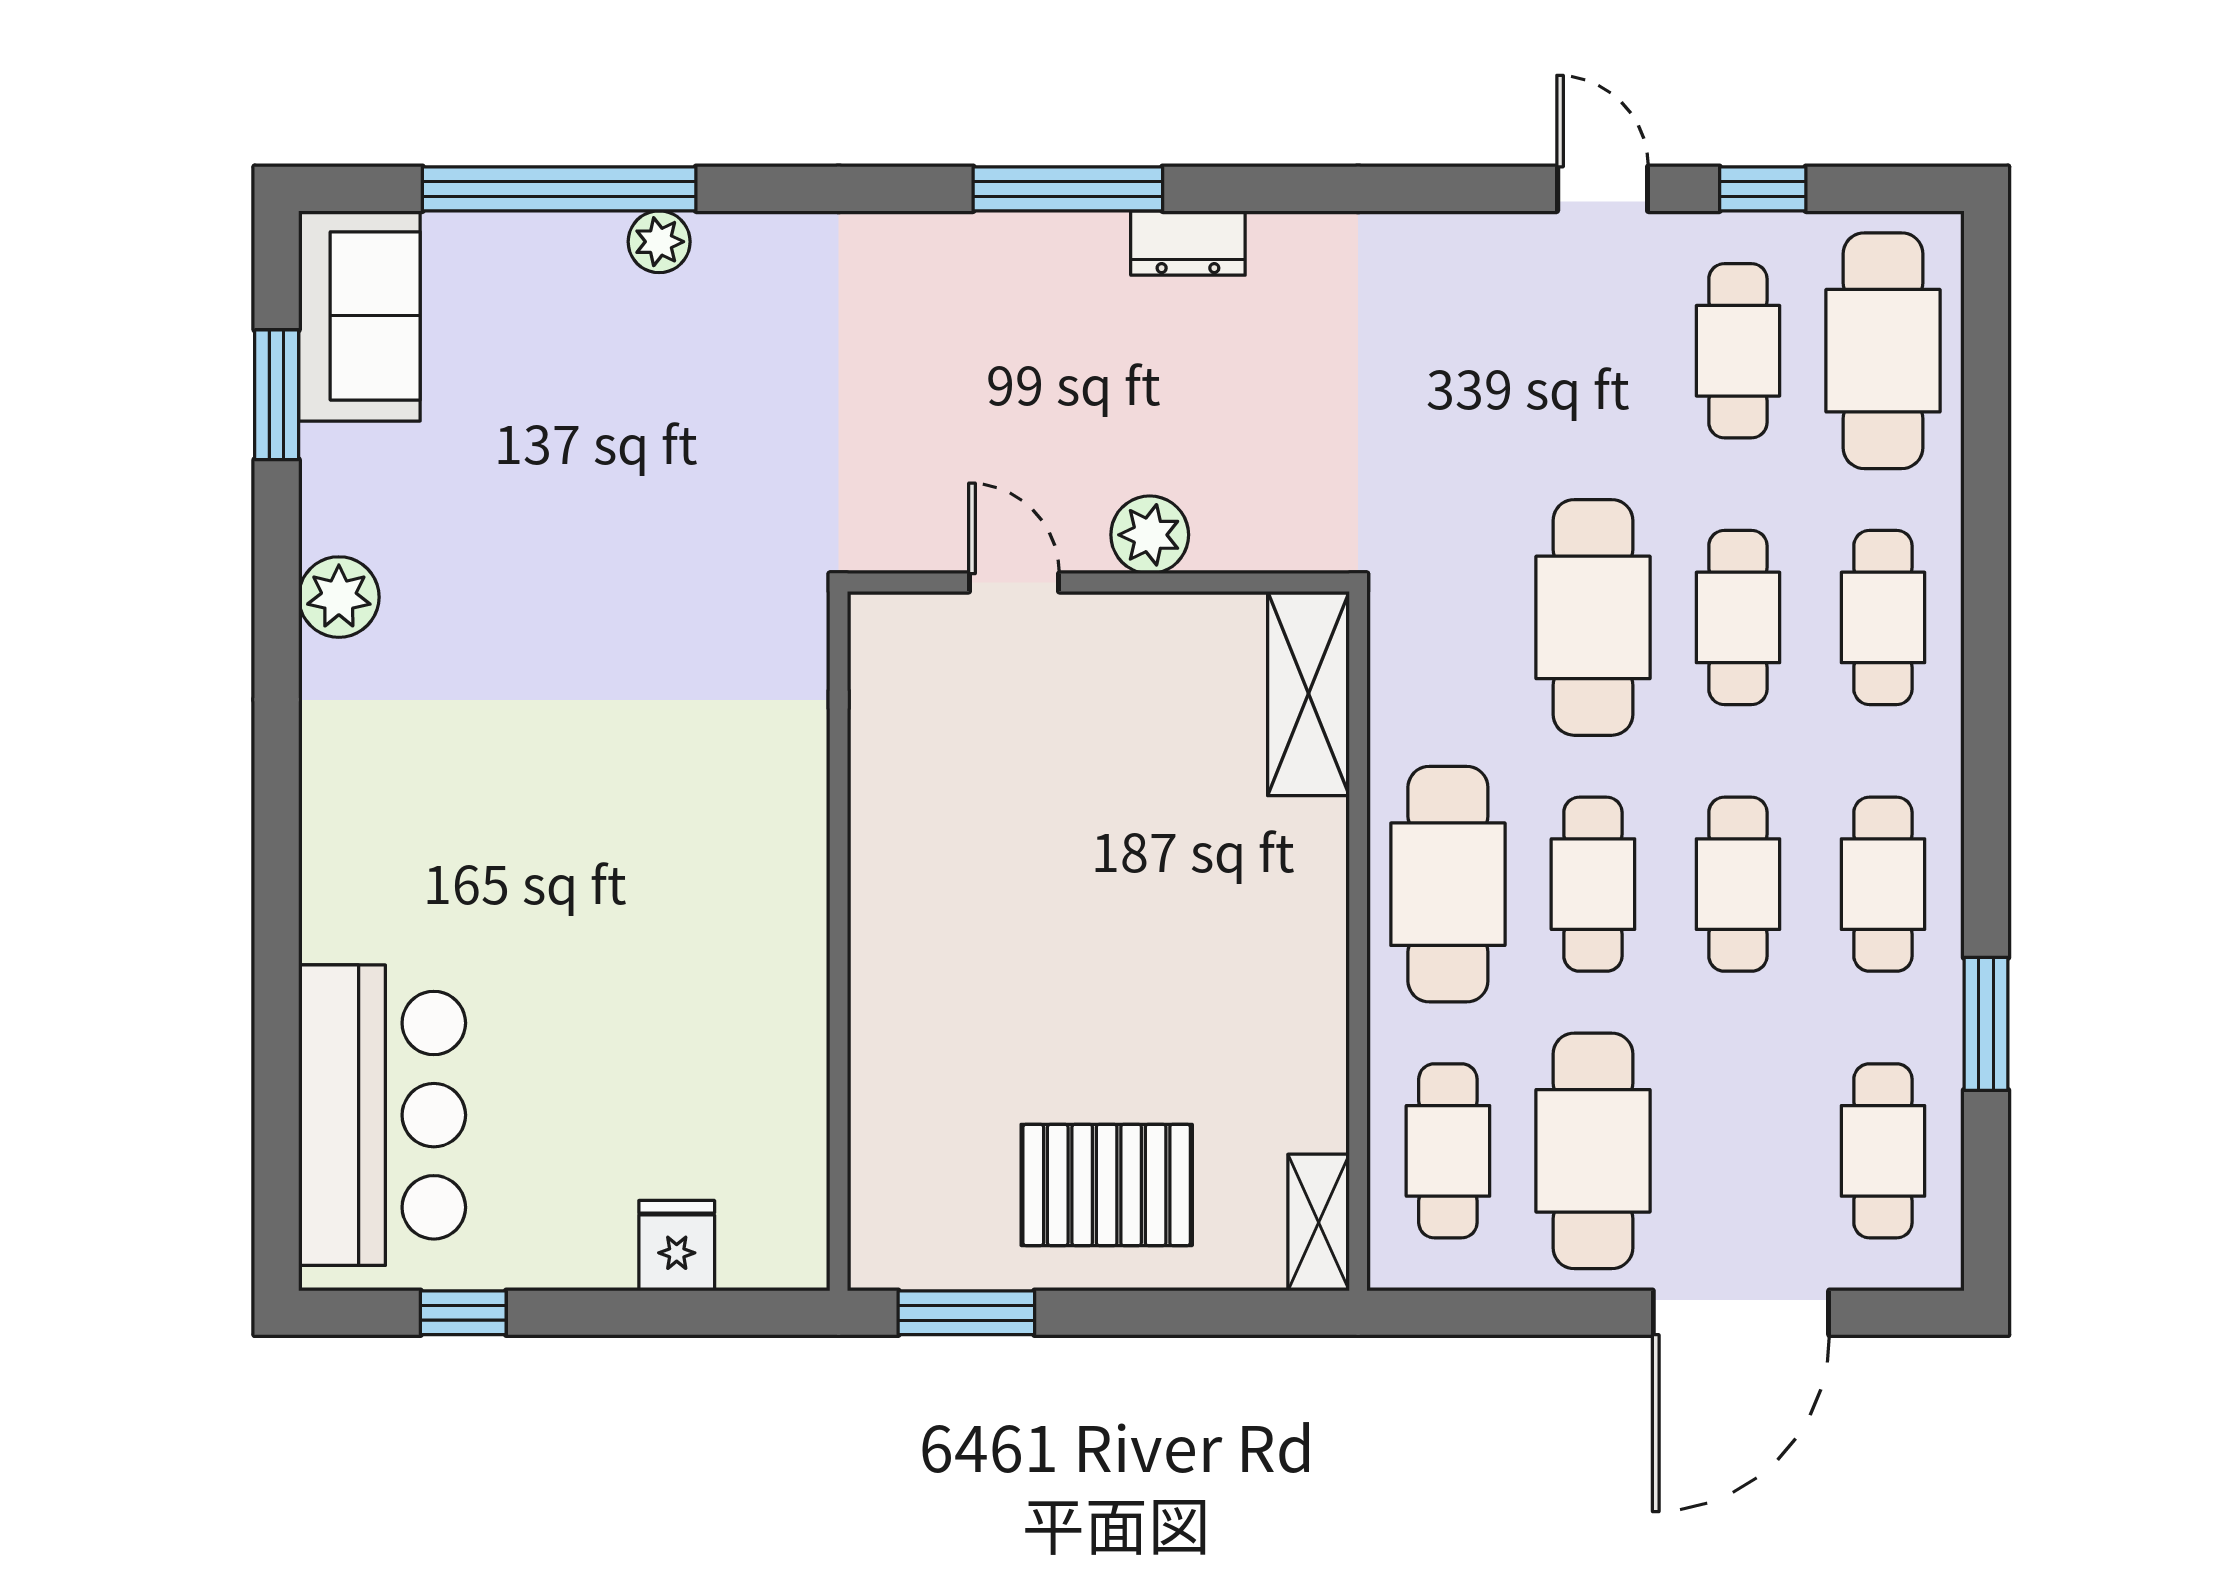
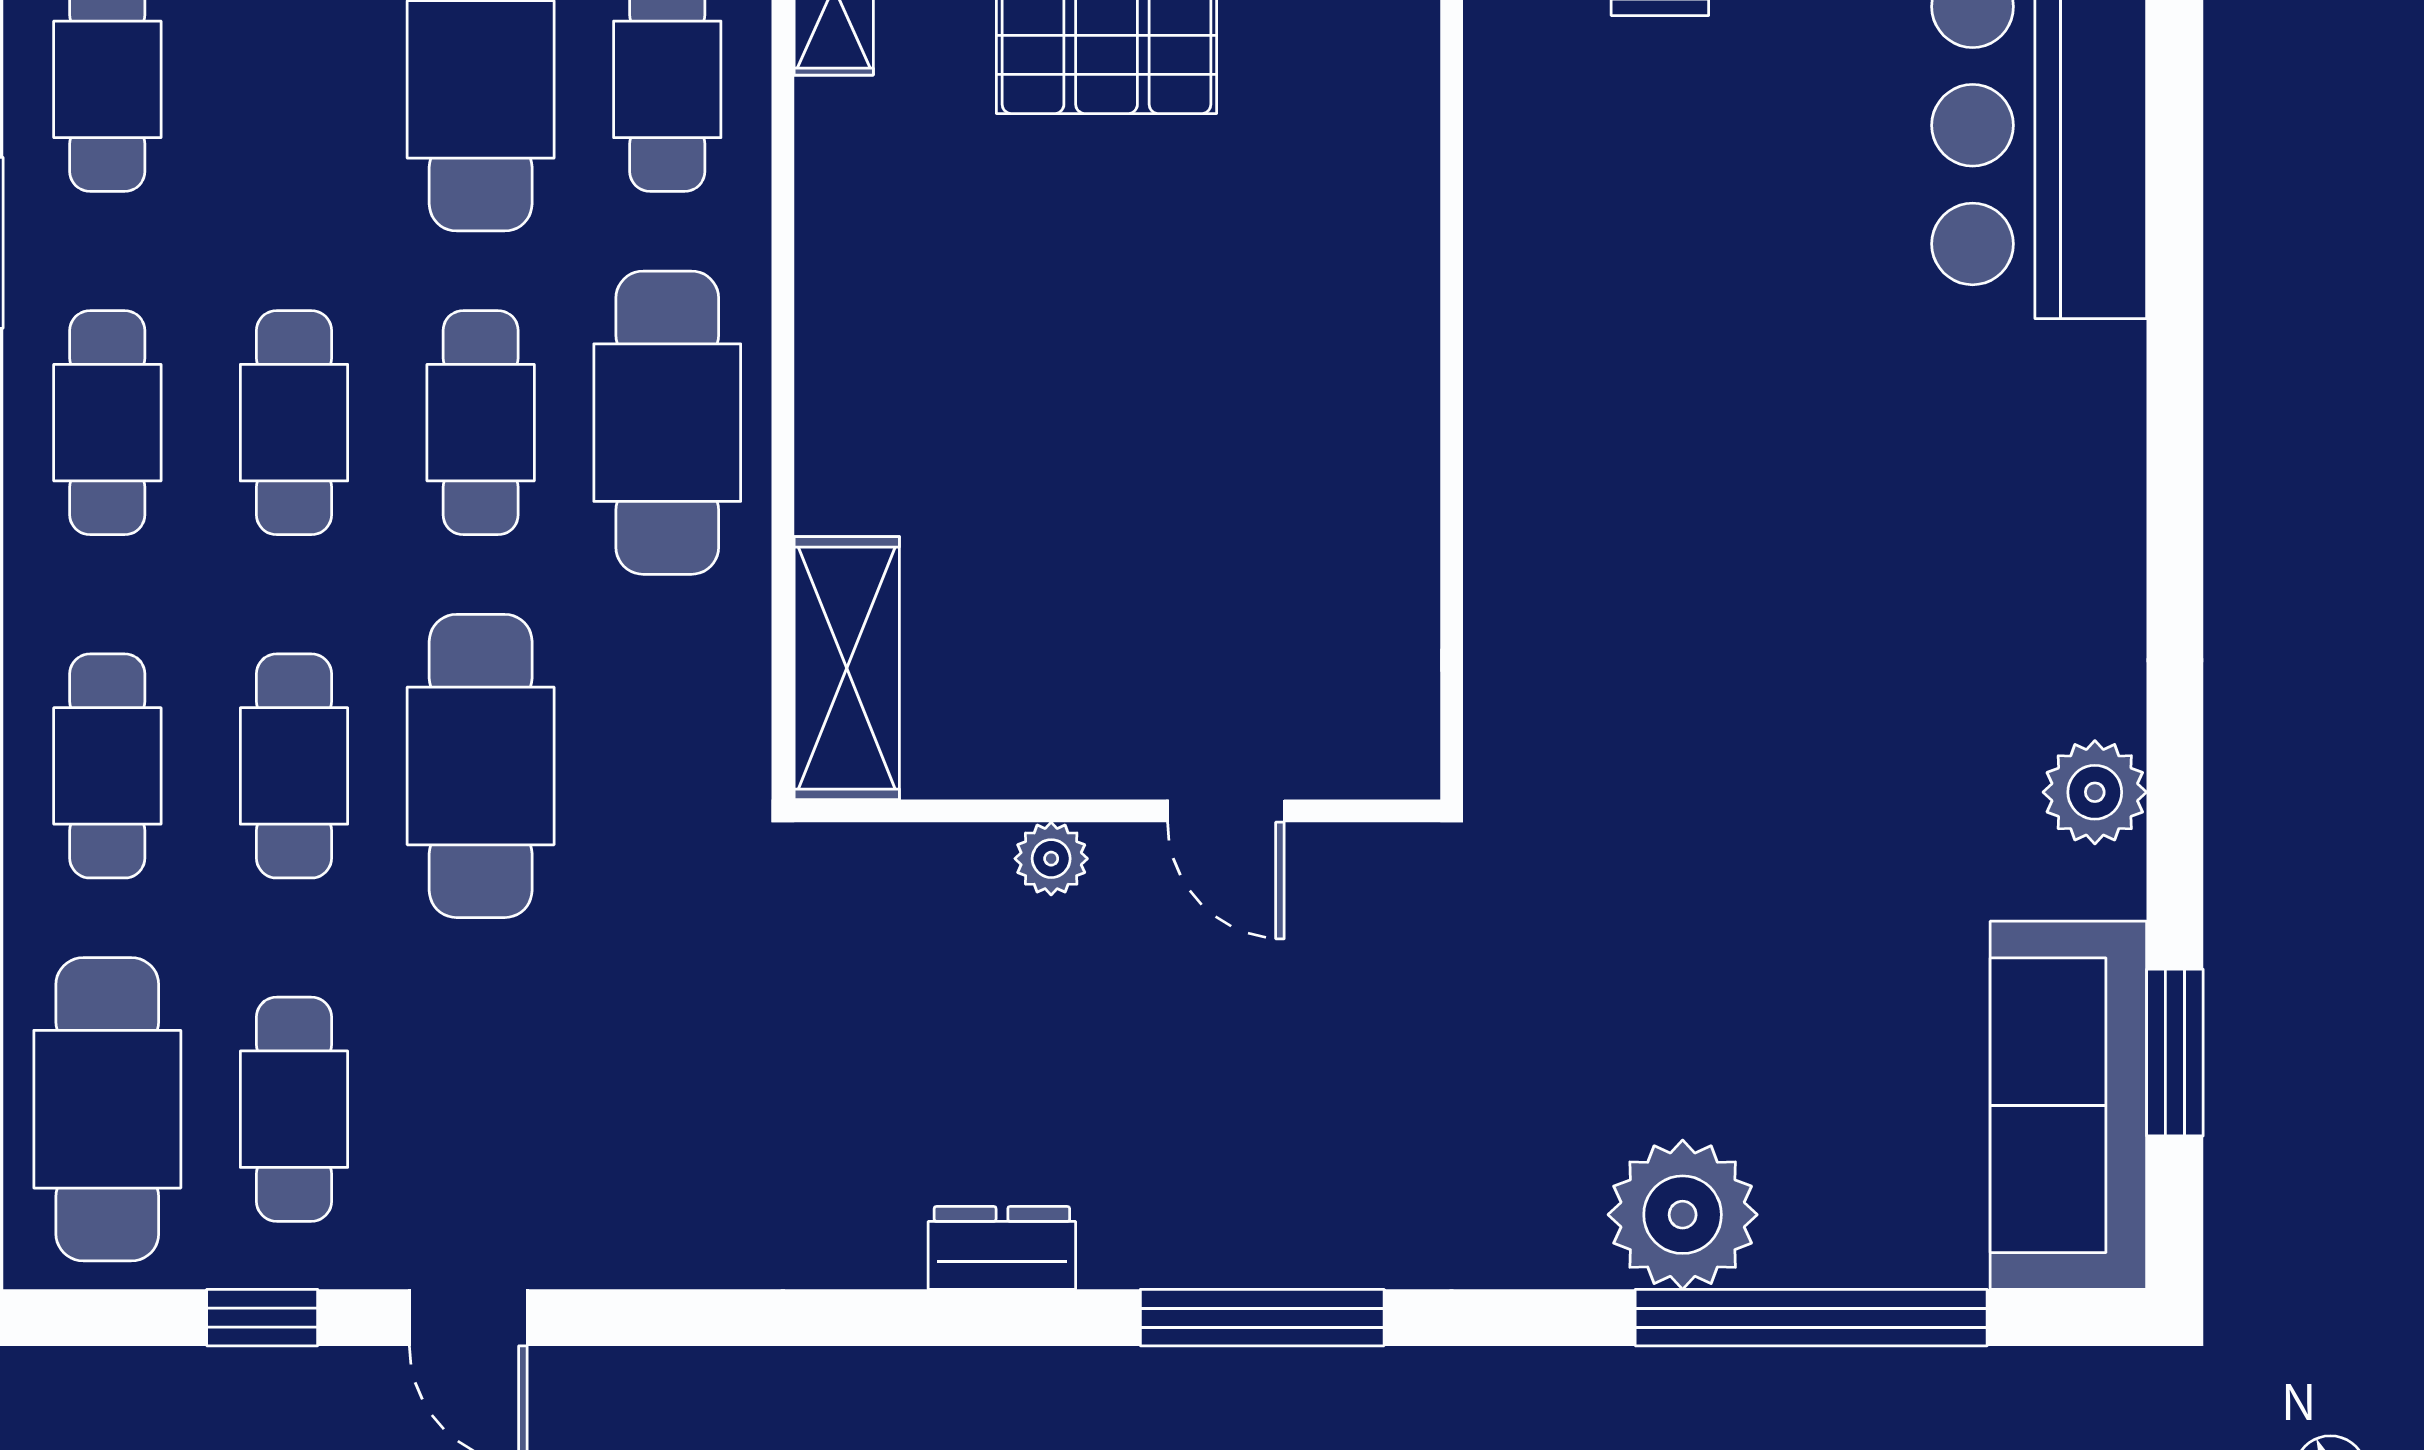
window: (1068, 189) -> (1262, 1318), moved
plant: (659, 242) -> (1683, 1215), width x1.88, depth x1.88
sofa: (359, 316) -> (2068, 1105), width x1.36
plant: (1150, 535) -> (1051, 859), width x0.73, depth x0.73

